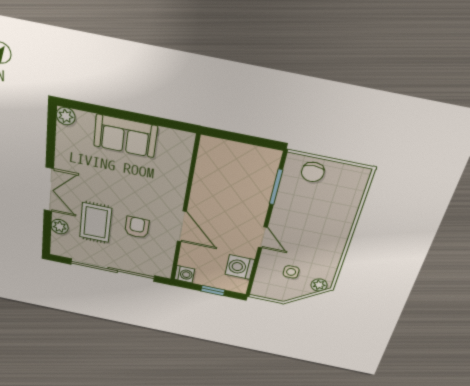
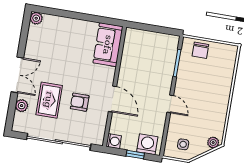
sofa: (125, 136) -> (108, 45), moved, turned 90
armchair: (137, 227) -> (80, 102), turned -90
washing machine: (240, 267) -> (147, 144), moved, turned 90
side table: (291, 272) -> (183, 144), moved

